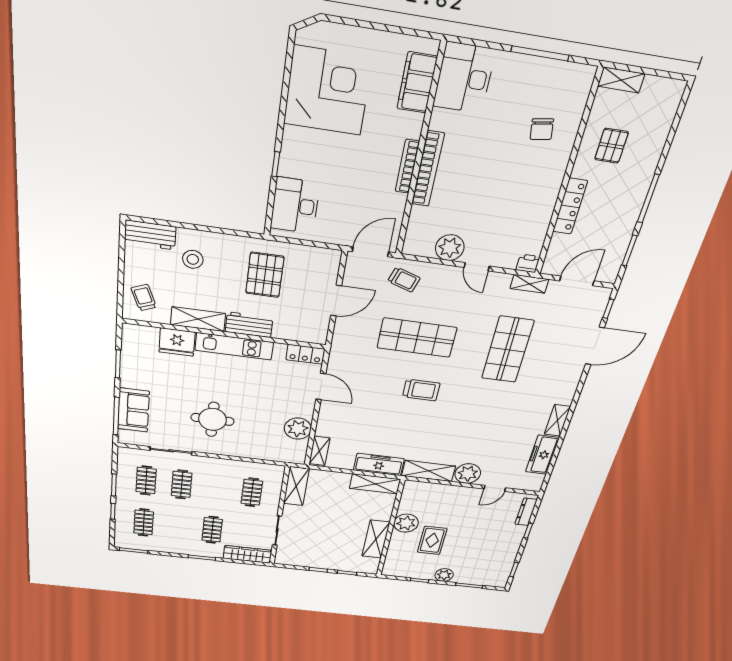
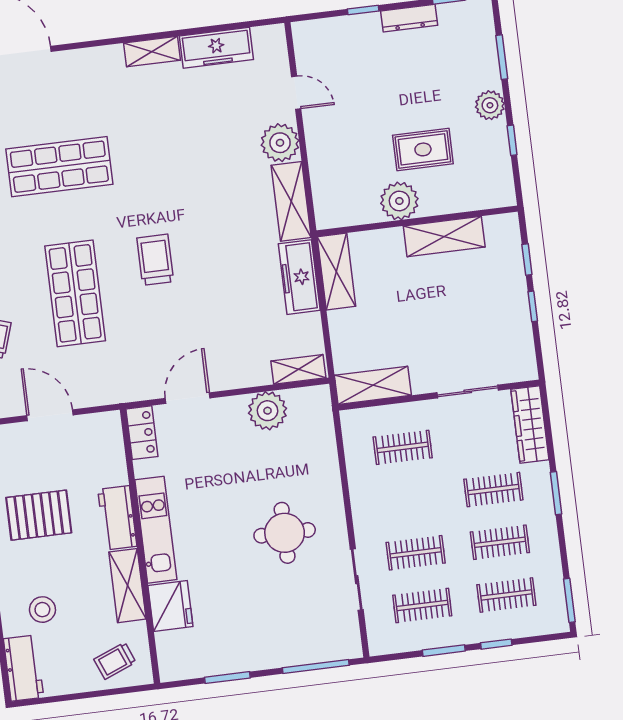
sofa: (133, 410) -> (299, 645), removed
dresser: (526, 512) -> (409, 18), moved
clothes rail: (178, 526) -> (500, 542), added

